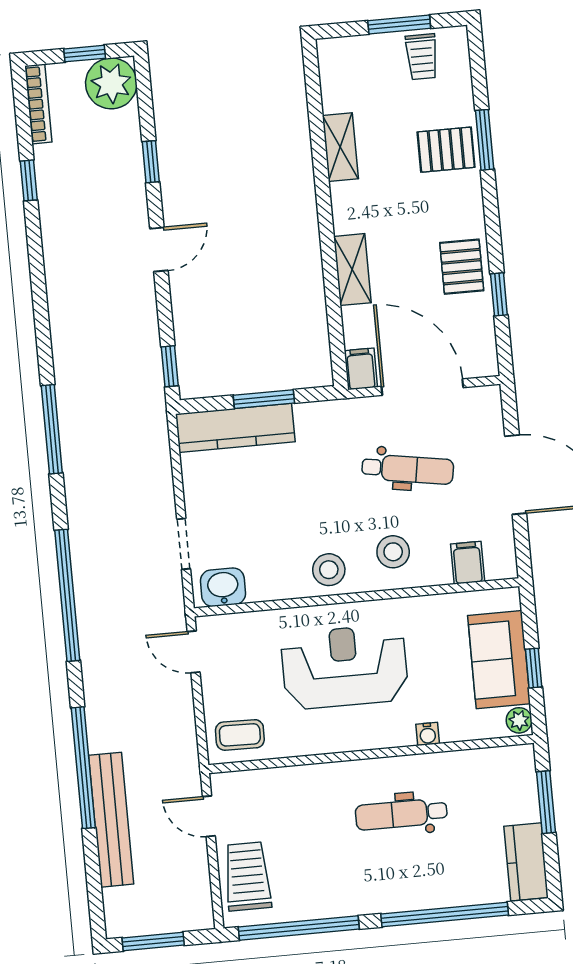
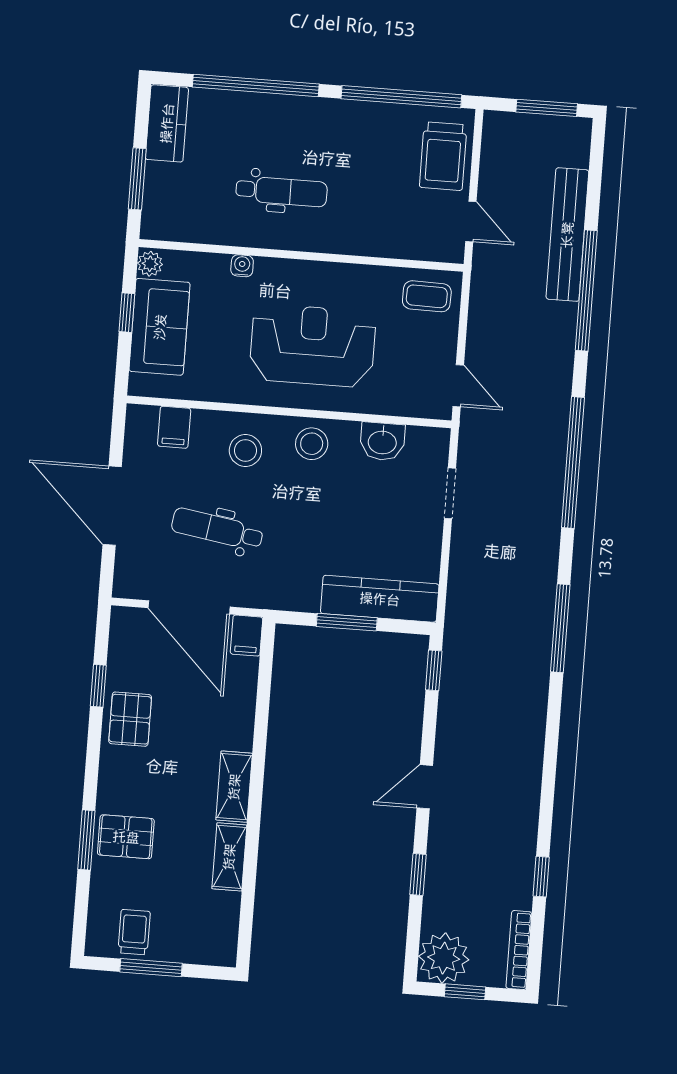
shelving: (352, 270) -> (234, 787), moved
washbasin: (223, 587) -> (382, 441), moved
reception desk: (345, 667) -> (313, 346), turned 180

